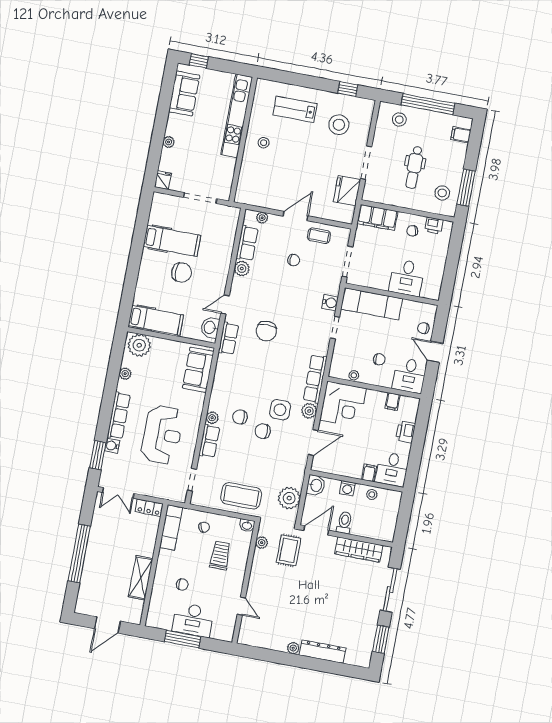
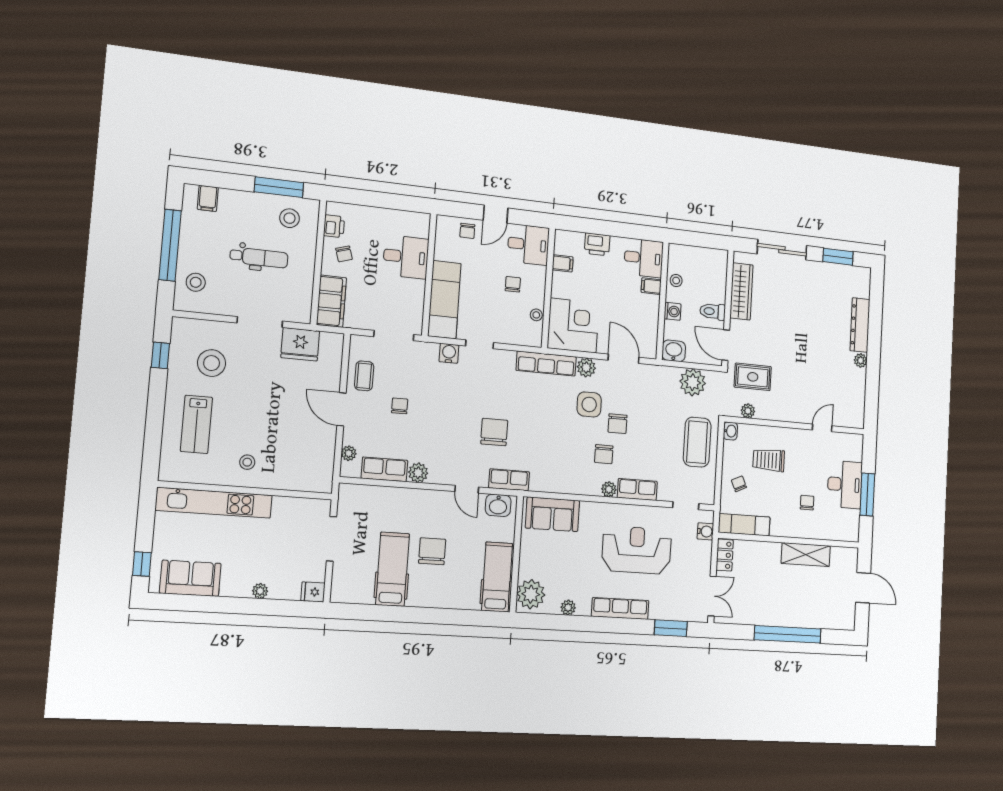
chair: (266, 331) -> (494, 432), turned -90
water cooler: (112, 446) -> (705, 531), moved, turned -90

